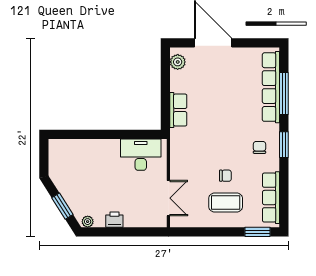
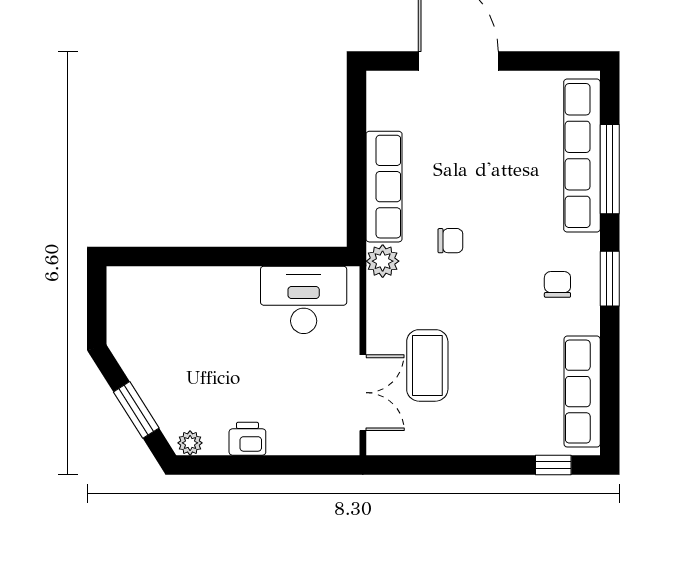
plant: (178, 62) -> (383, 261), moved
row of seats: (178, 110) -> (384, 187), width x1.48
chair: (225, 176) -> (450, 241), moved
coffee table: (226, 202) -> (427, 365), moved, turned 90
window: (258, 232) -> (553, 465), width x0.67

